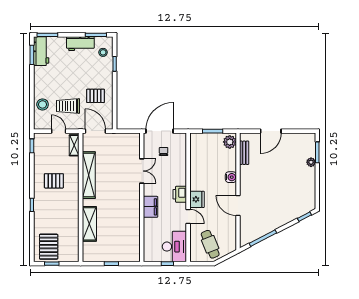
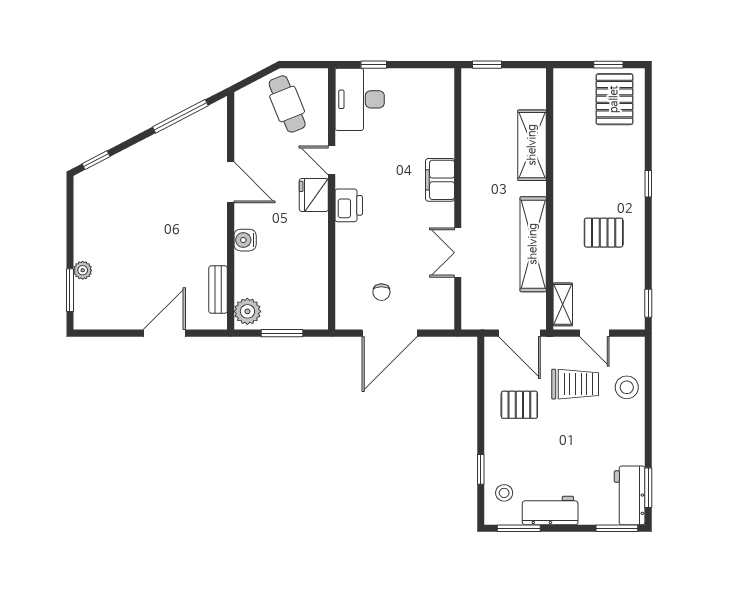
double door: (142, 171) -> (458, 253), moved
wall: (142, 197) -> (458, 199), moved
filing cabinet: (151, 207) -> (440, 180), moved

